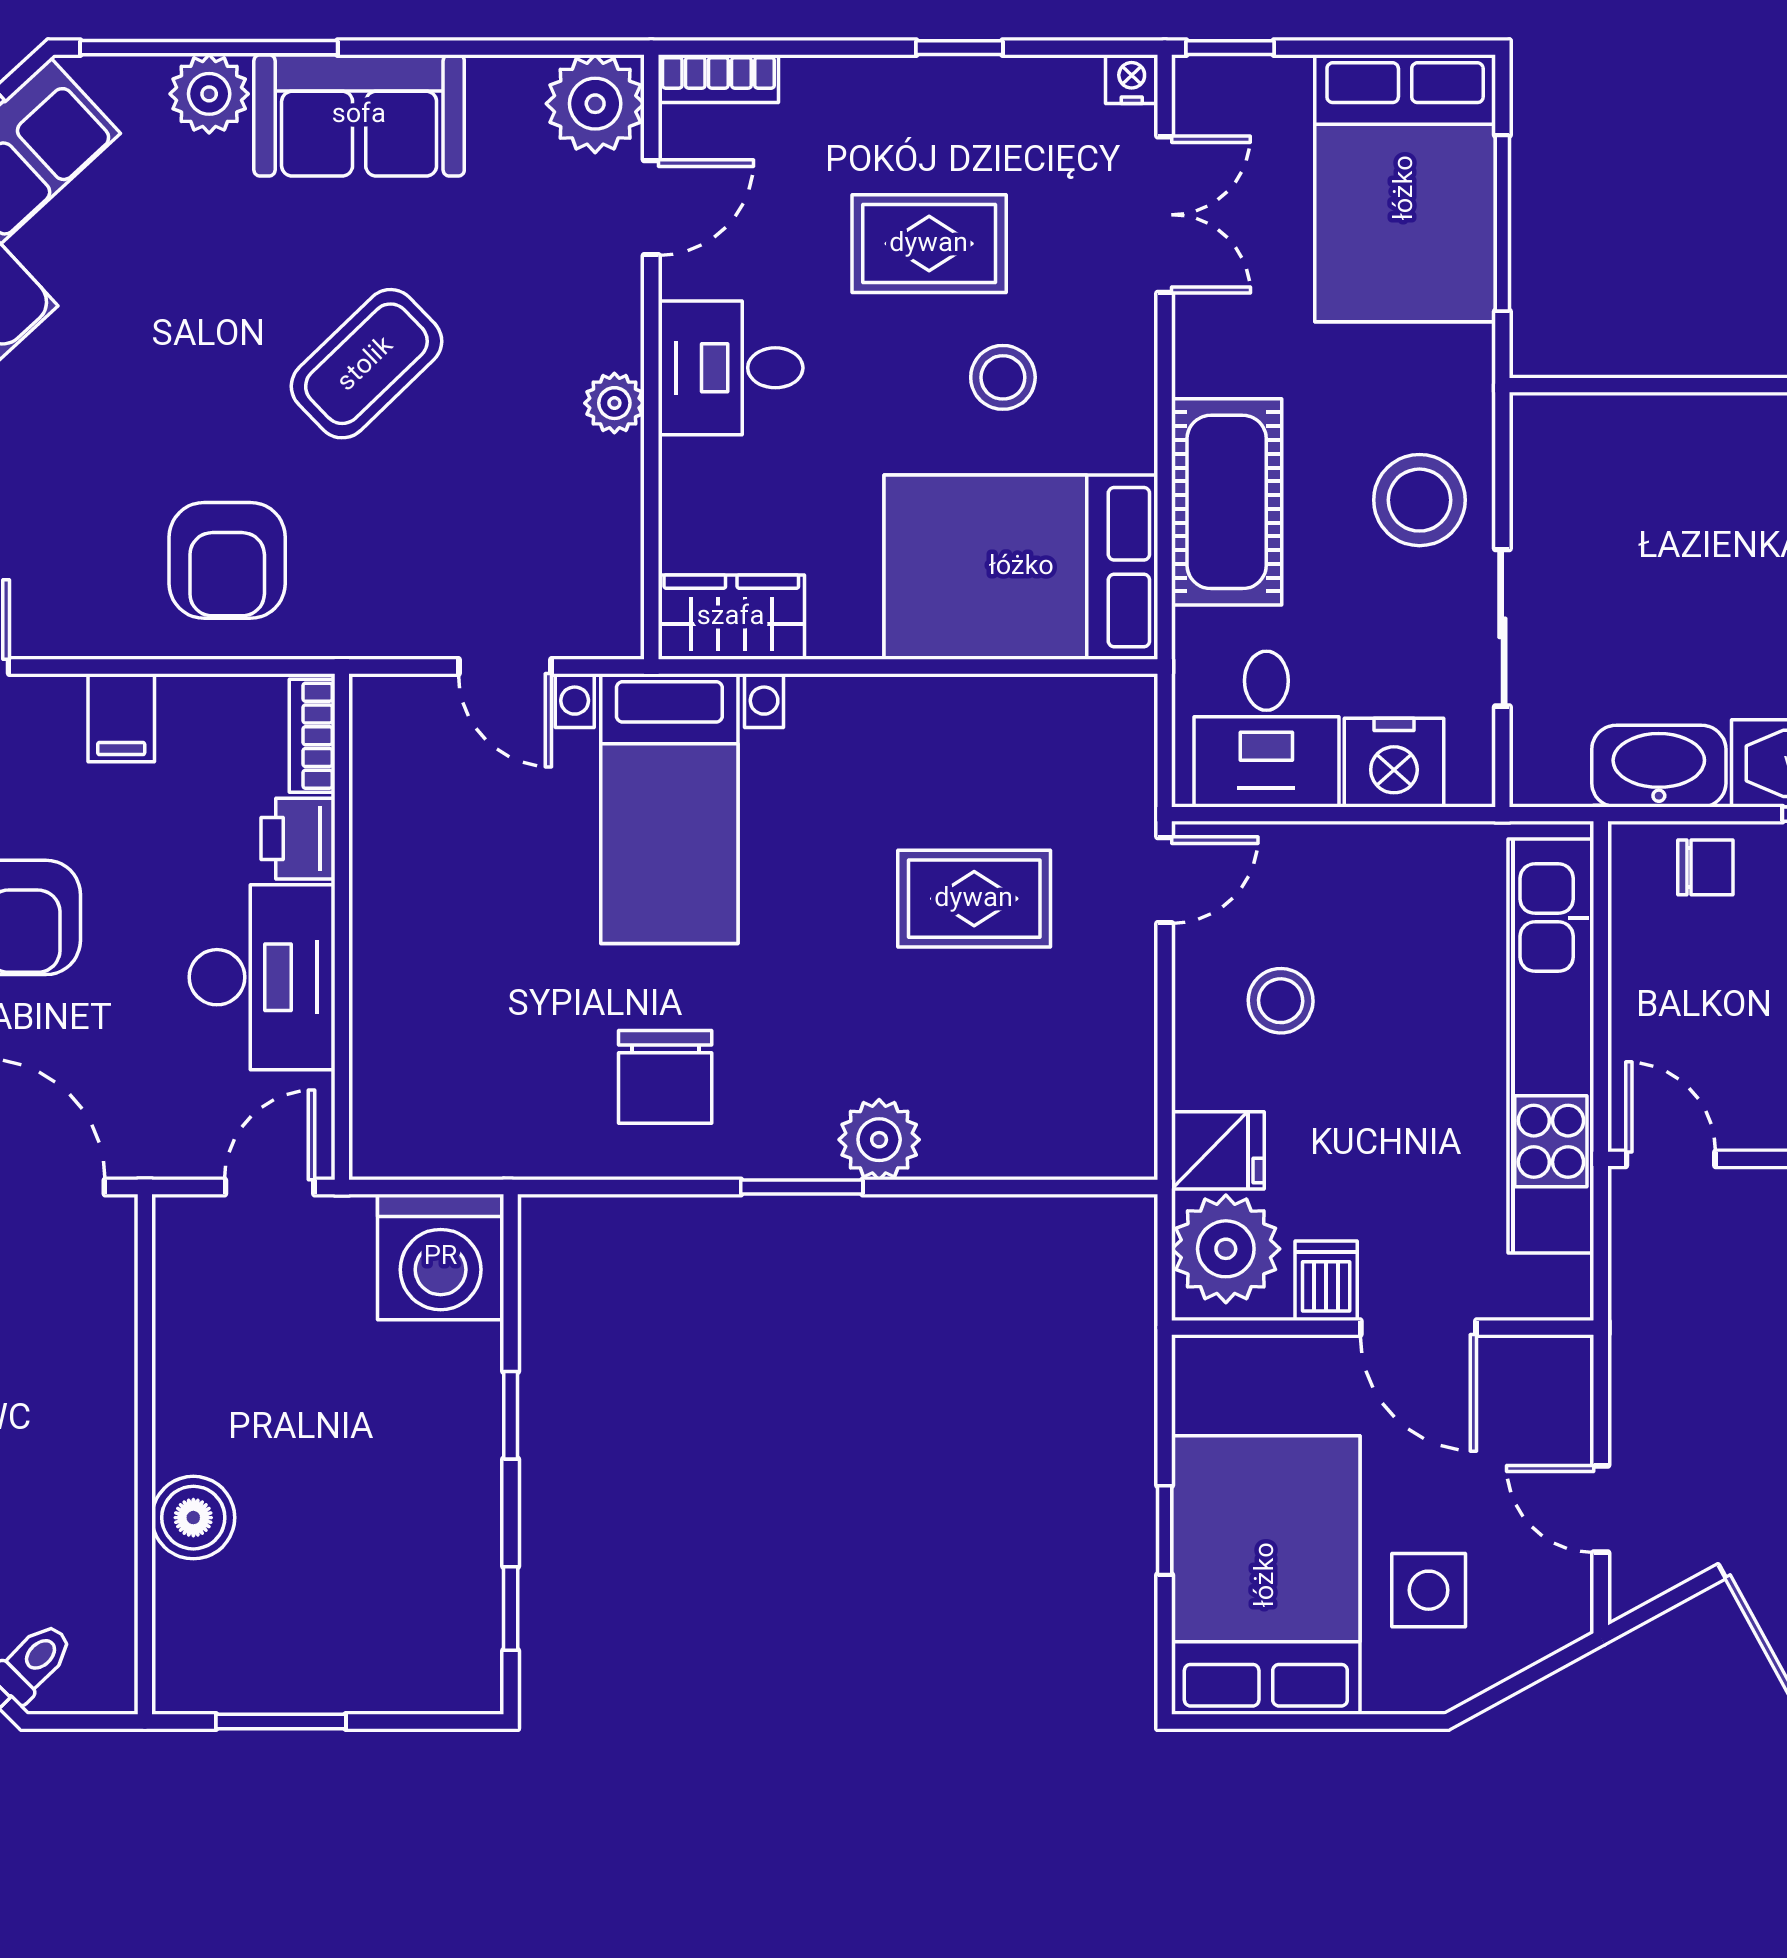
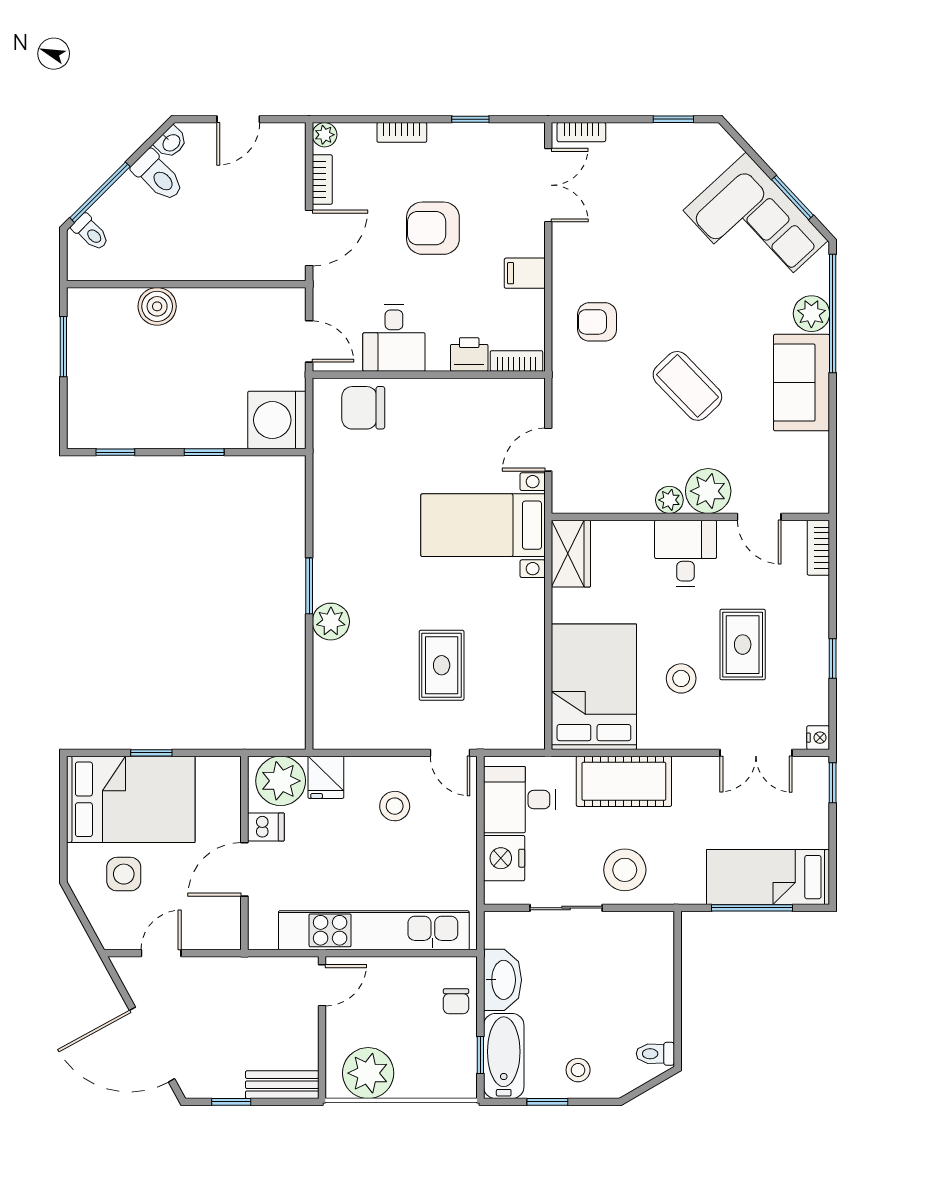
plant: (595, 104) -> (708, 491), moved
bed: (1405, 188) -> (768, 877), width x0.67
armchair: (227, 560) -> (597, 322), width x0.72, depth x0.72
desk: (262, 977) -> (394, 338), width x0.73
chair: (665, 1077) -> (363, 408), moved

